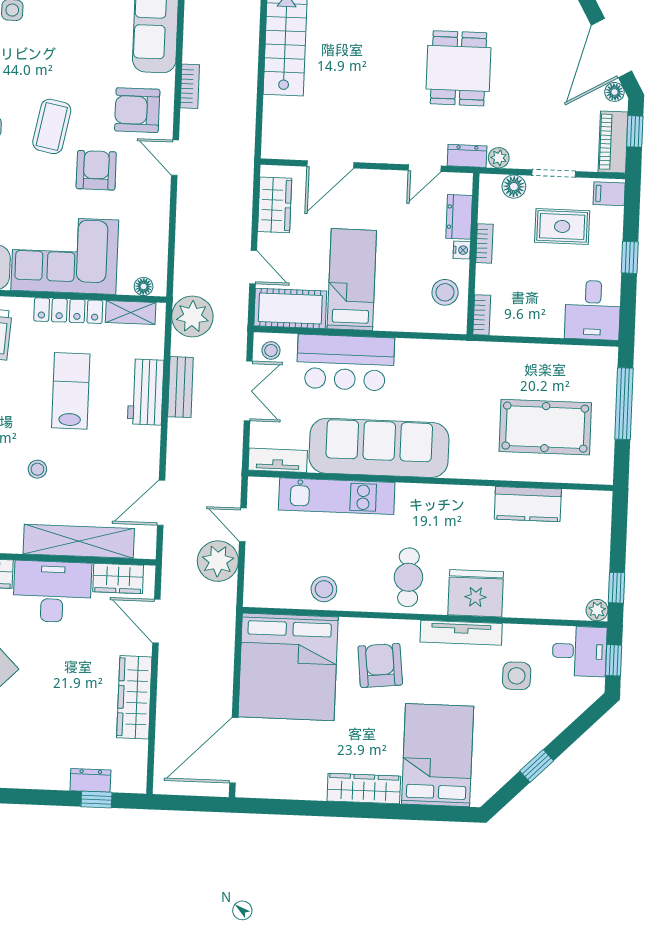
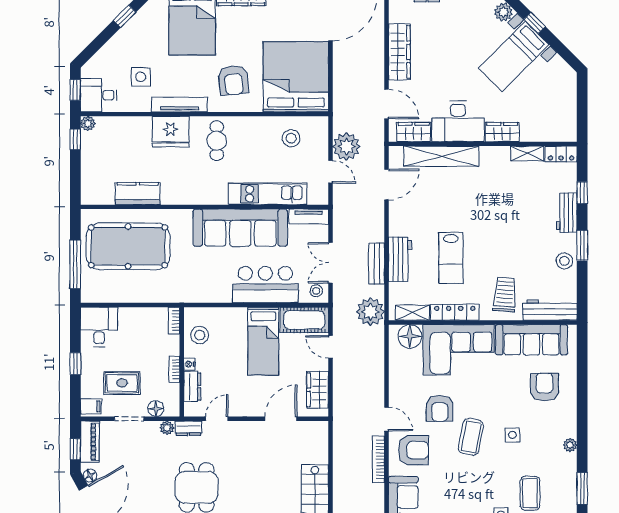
bookcase: (190, 86) -> (378, 459), width x1.56
floor lamp: (144, 286) -> (410, 336), width x1.89, depth x1.89
pool table: (545, 427) -> (128, 246), width x1.36, depth x1.32
stool: (37, 469) -> (471, 204), removed
stool: (324, 589) -> (291, 138), moved

